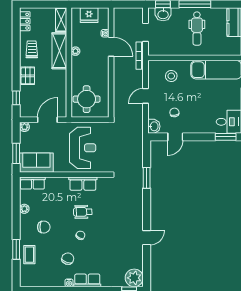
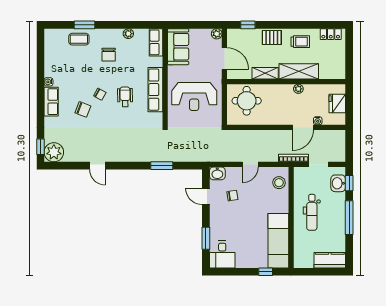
shelving: (61, 20) -> (265, 73), moved
dental chair: (197, 29) -> (312, 212), moved, turned -90
stool: (171, 76) -> (279, 183), moved
door: (145, 96) -> (250, 164), swing flipped
window: (226, 137) -> (206, 238), moved
window: (16, 153) -> (188, 25), removed
row of seats: (83, 184) -> (155, 90), width x1.48
chair: (68, 259) -> (83, 109), moved

